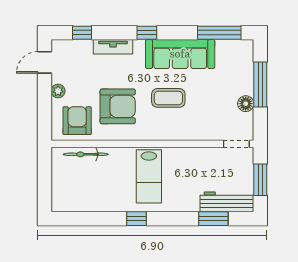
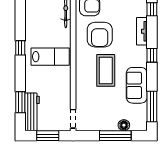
sofa: (180, 54) -> (137, 85), width x0.73
coffee table: (168, 98) -> (106, 70), width x1.36, depth x1.32
floor lamp: (246, 104) -> (124, 125), moved
lab bench: (149, 176) -> (50, 57), turned 180

